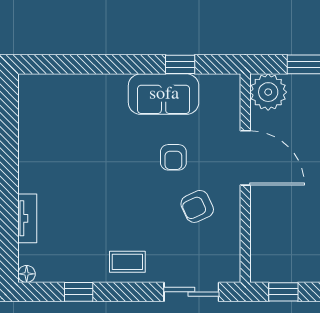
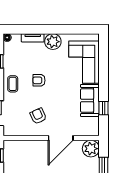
corner sofa: (80, 107) -> (84, 62), added
armchair: (173, 157) -> (39, 80), moved
plant: (35, 175) -> (53, 42), added

